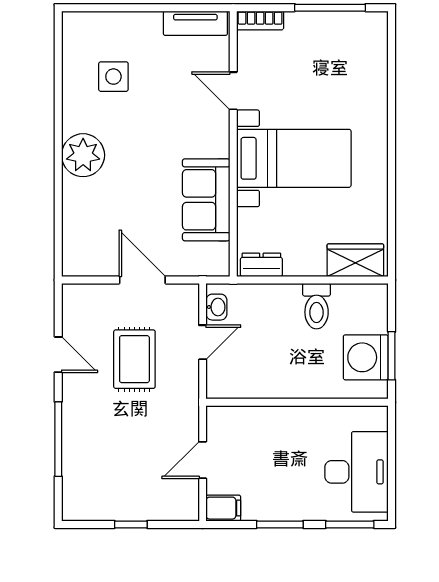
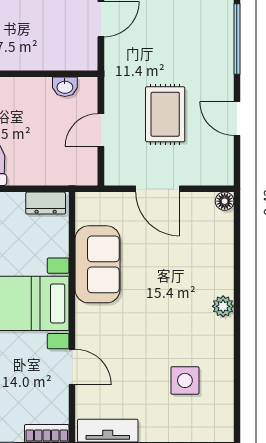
plant: (83, 155) -> (223, 306), width x0.53, depth x0.53
floor lamp: (71, 267) -> (225, 201), added
washbasin: (216, 307) -> (65, 87), moved, turned -90

